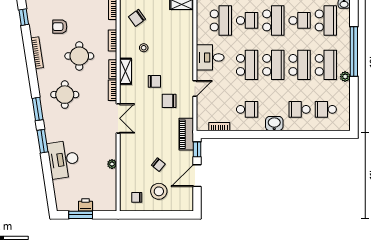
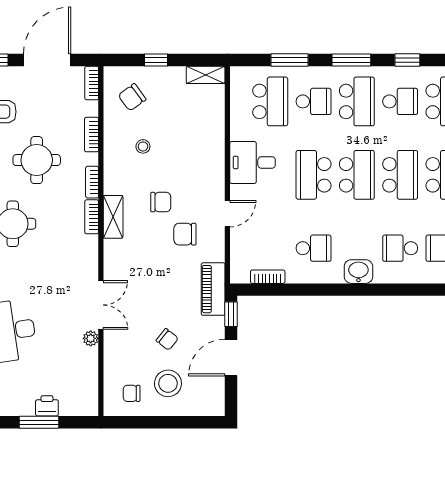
school desk: (247, 65) -> (314, 175), turned 180
shelving: (126, 71) -> (113, 217), moved
double door: (118, 118) -> (101, 305), moved

